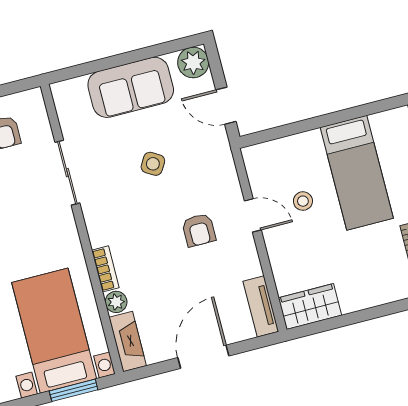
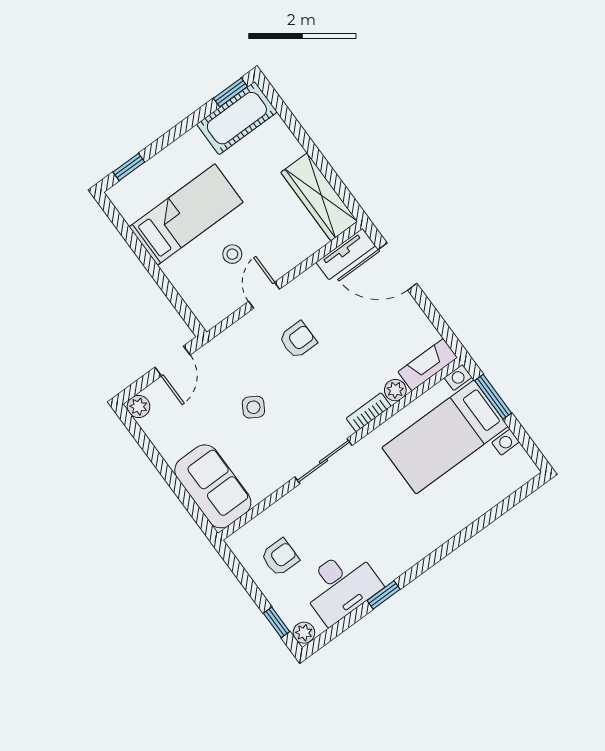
plant: (193, 62) -> (139, 406), width x0.73, depth x0.73
sofa: (131, 87) -> (213, 486), moved
sliding door: (67, 173) -> (323, 461), moved
wardrobe: (310, 307) -> (319, 197), width x1.50
door: (203, 357) -> (398, 267), moved

